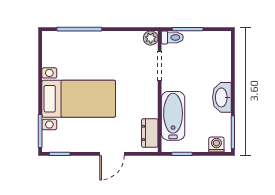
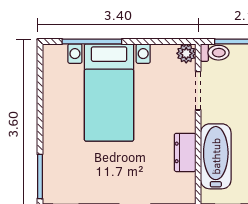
bed with nightstands: (79, 99) -> (109, 93), moved, turned 90
dresser: (150, 133) -> (185, 152), moved

